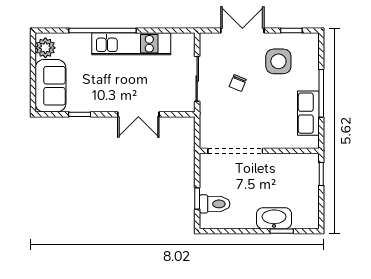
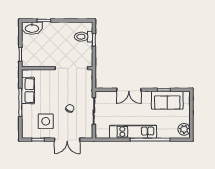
sofa: (51, 86) -> (167, 100), moved, turned -90
double door: (138, 114) -> (129, 90), swing flipped
washbasin: (274, 218) -> (32, 28), moved

